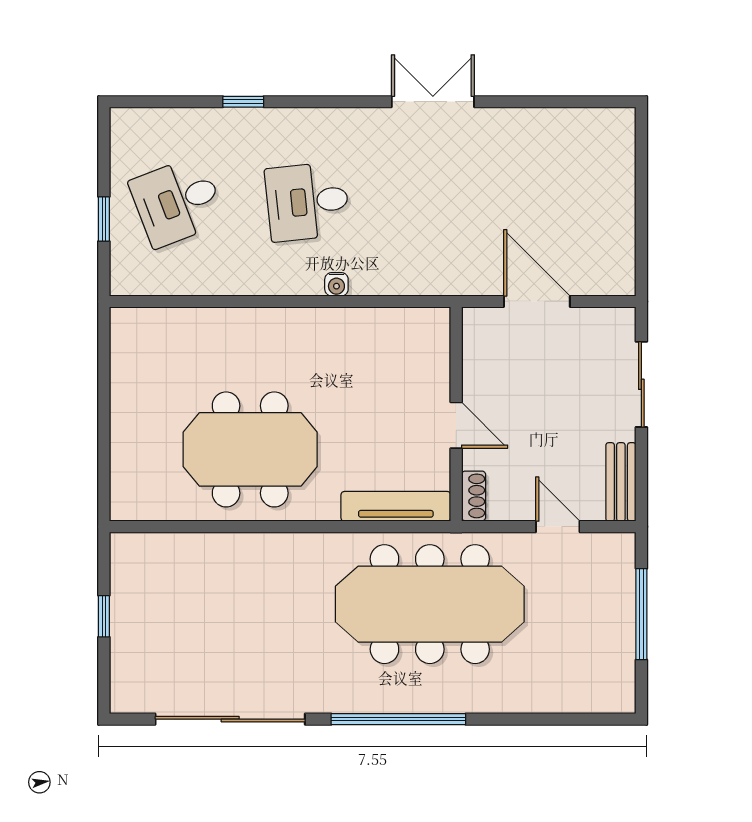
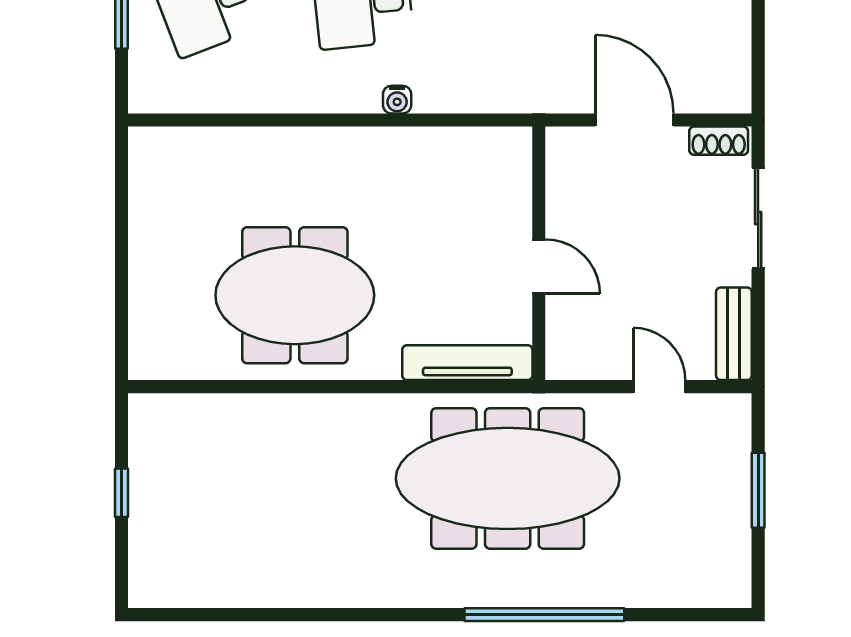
shoe rack: (474, 496) -> (719, 141), moved, turned 90
window: (641, 614) -> (758, 490), width x0.69
sliding door: (230, 719) -> (271, 615), removed
window: (398, 719) -> (544, 615), moved

